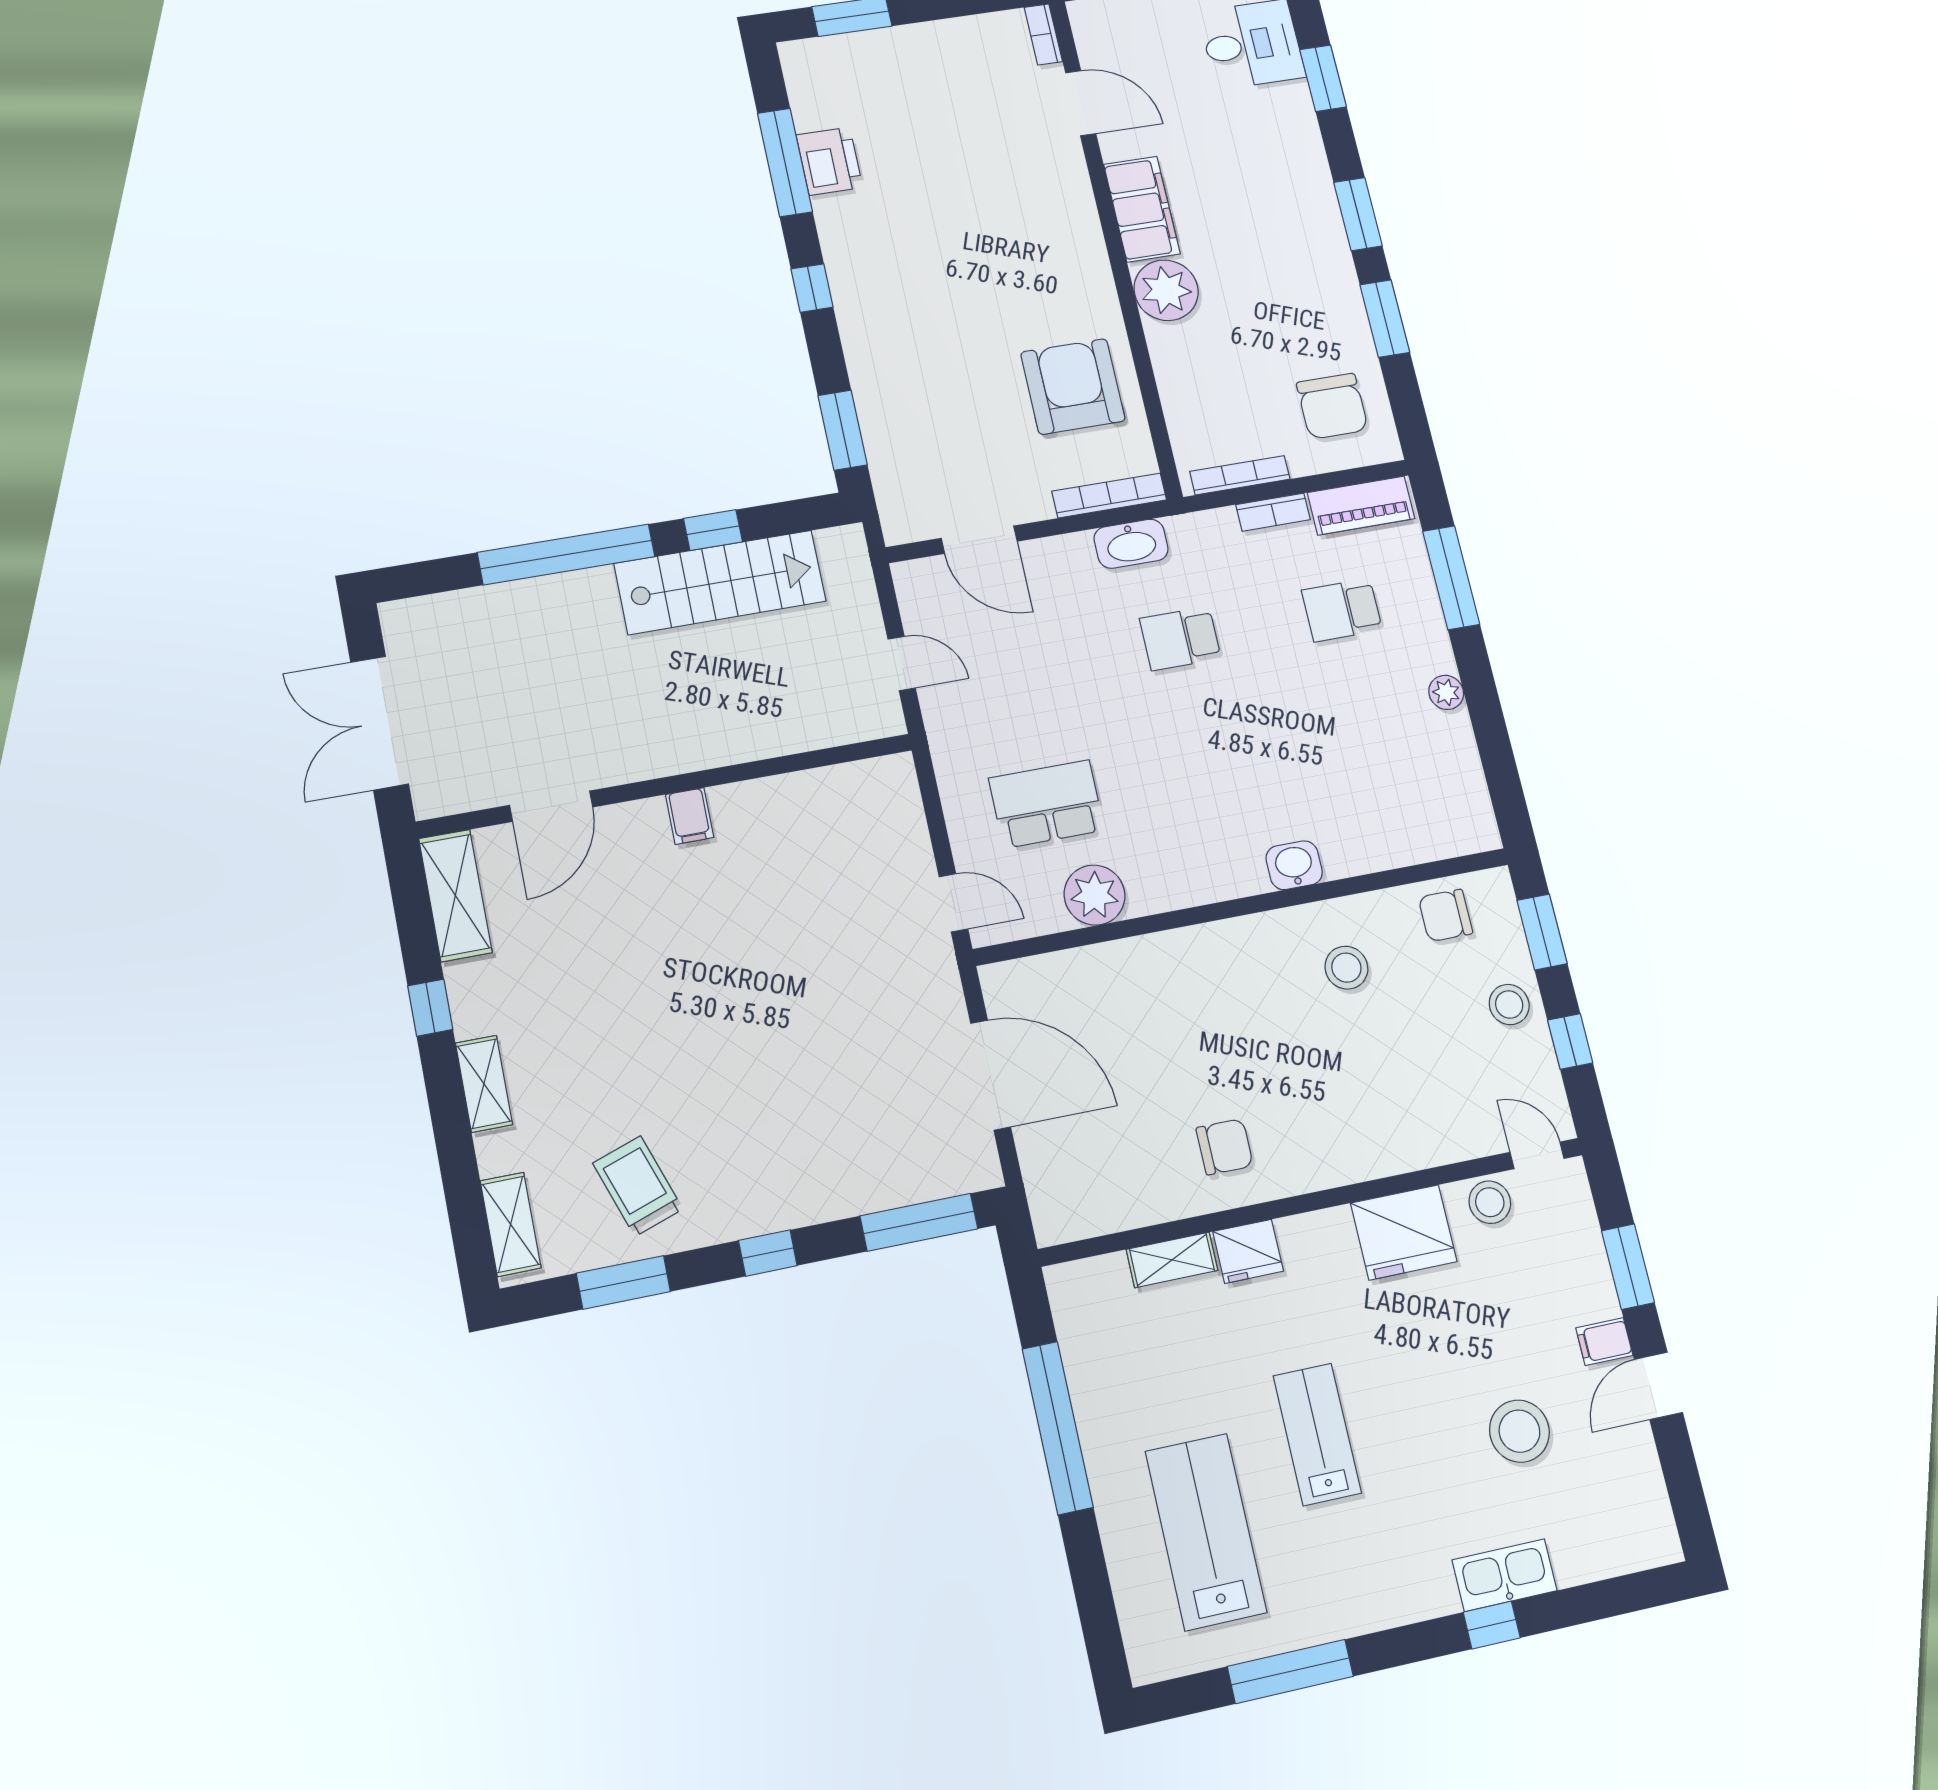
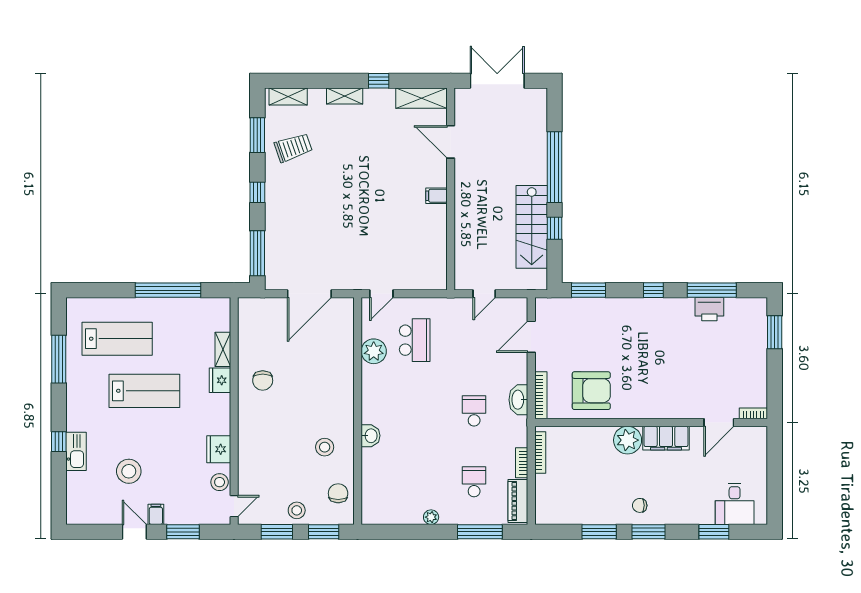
chair: (1332, 406) -> (640, 505), moved, width x0.54, depth x0.54
window: (1570, 1041) -> (277, 532), width x1.50
fridge: (1404, 1232) -> (219, 449), width x0.73, depth x0.75
lab bench: (1317, 1434) -> (144, 391), width x1.36, depth x1.39

